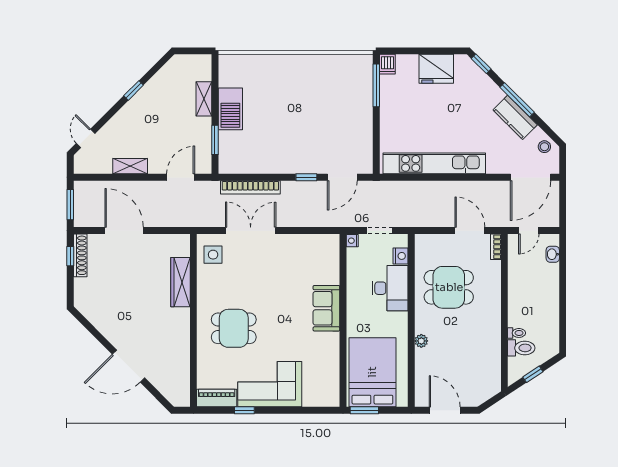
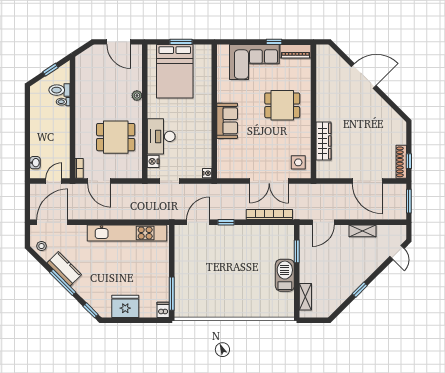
shelving: (204, 99) -> (305, 297), moved
nightstand: (352, 241) -> (207, 173), moved
sofa: (326, 308) -> (227, 121), moved
wall: (343, 320) -> (214, 111), moved

